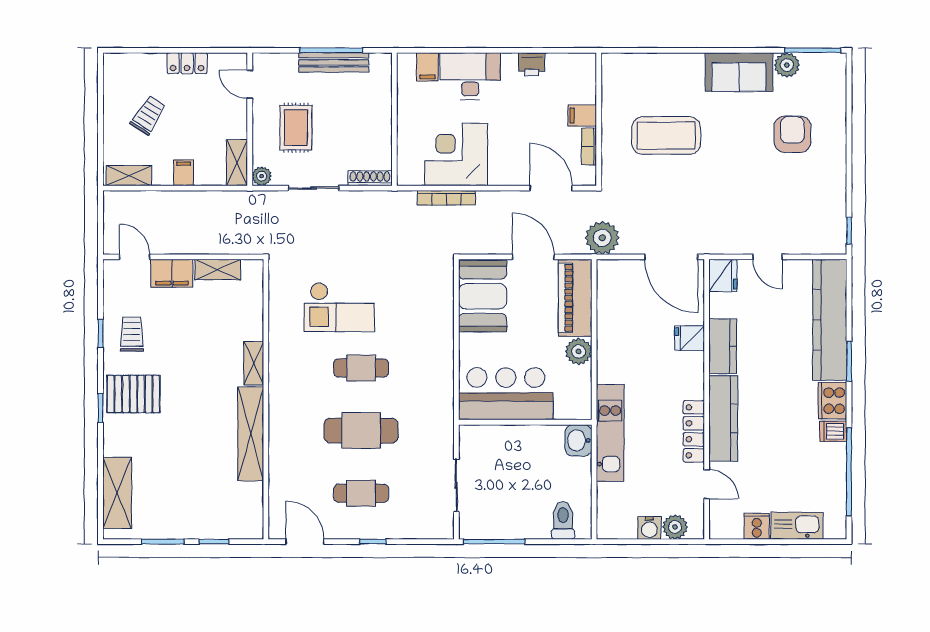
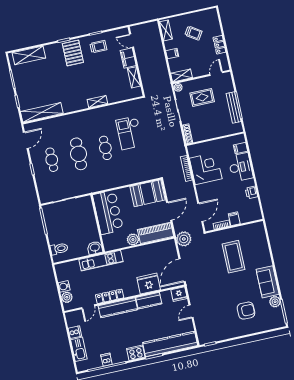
door: (135, 257) -> (132, 41), swing flipped
fridge: (690, 338) -> (149, 284), width x1.88, depth x1.34
dishwasher: (833, 431) -> (106, 360), moved
shelving: (251, 434) -> (42, 112), moved

